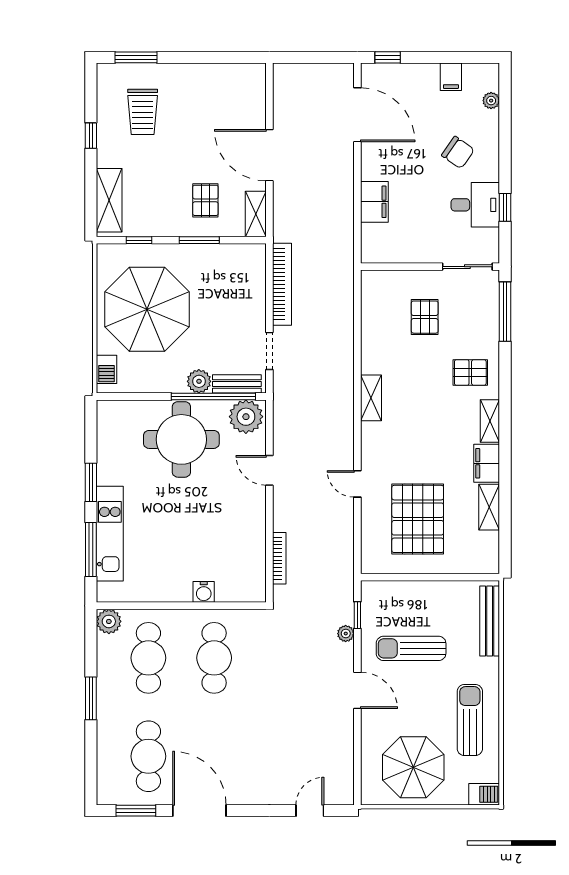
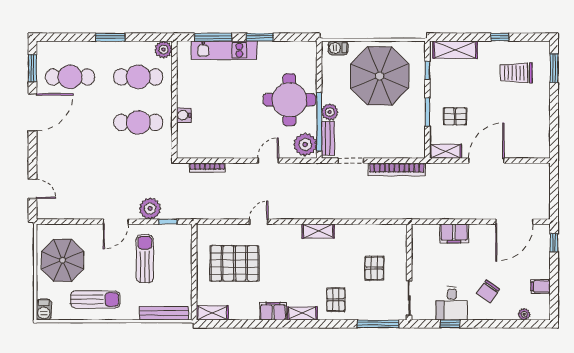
pallet: (425, 317) -> (374, 268), turned 90
shelving: (489, 507) -> (212, 313), moved
plant: (346, 634) -> (150, 208), width x1.87, depth x1.87

